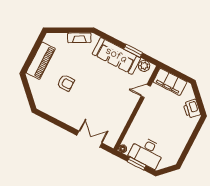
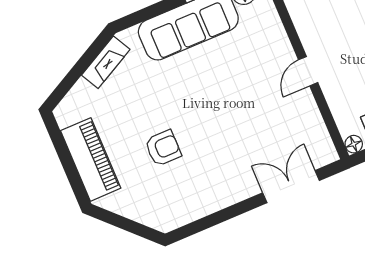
door: (146, 91) -> (308, 71), moved

